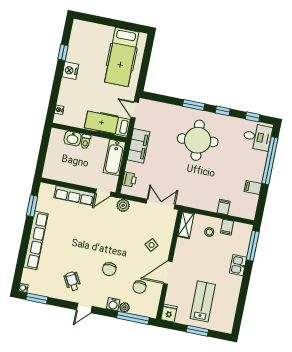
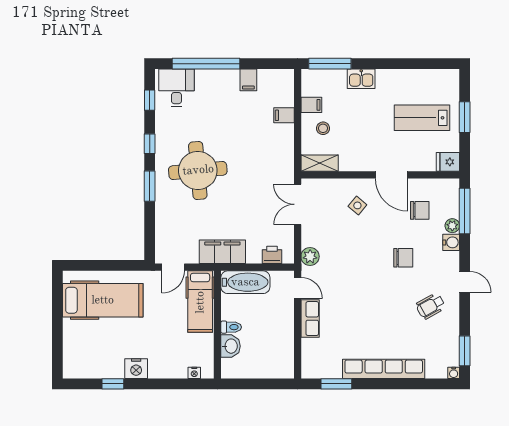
row of seats: (74, 196) -> (310, 319), width x0.68

